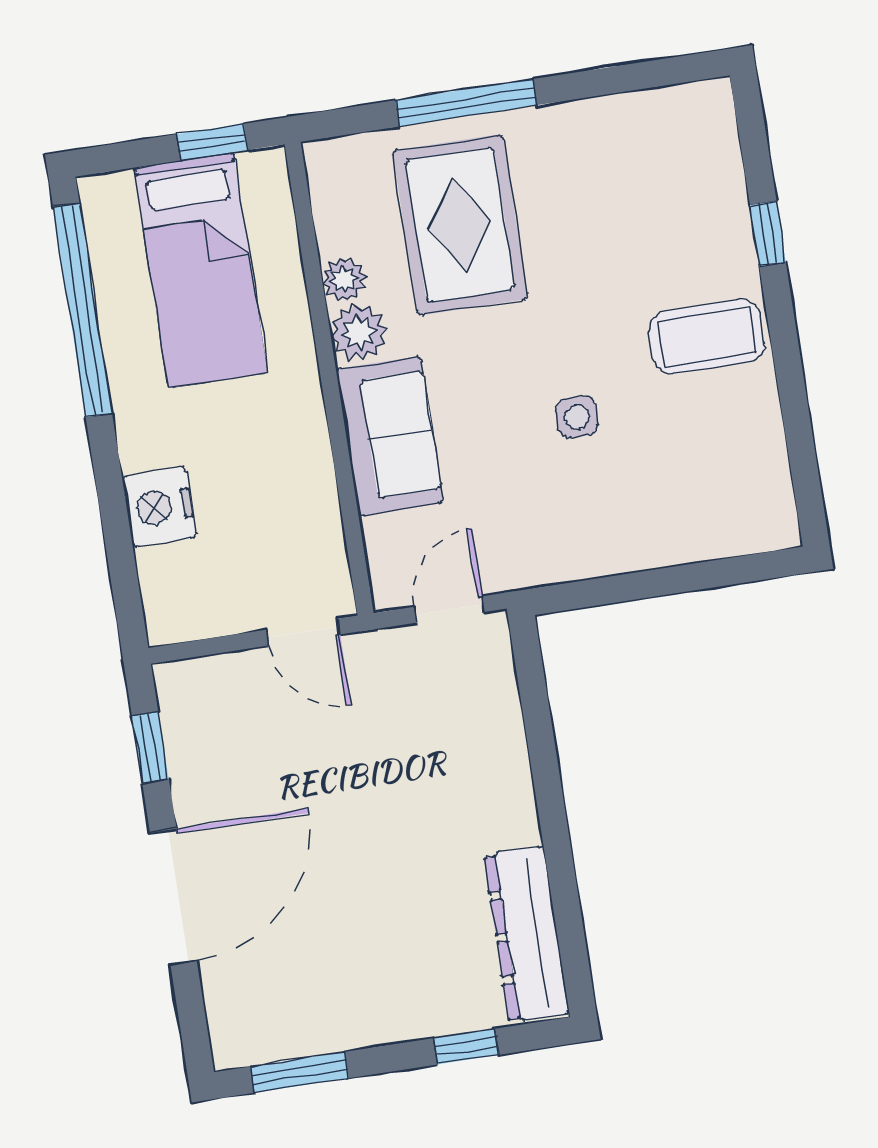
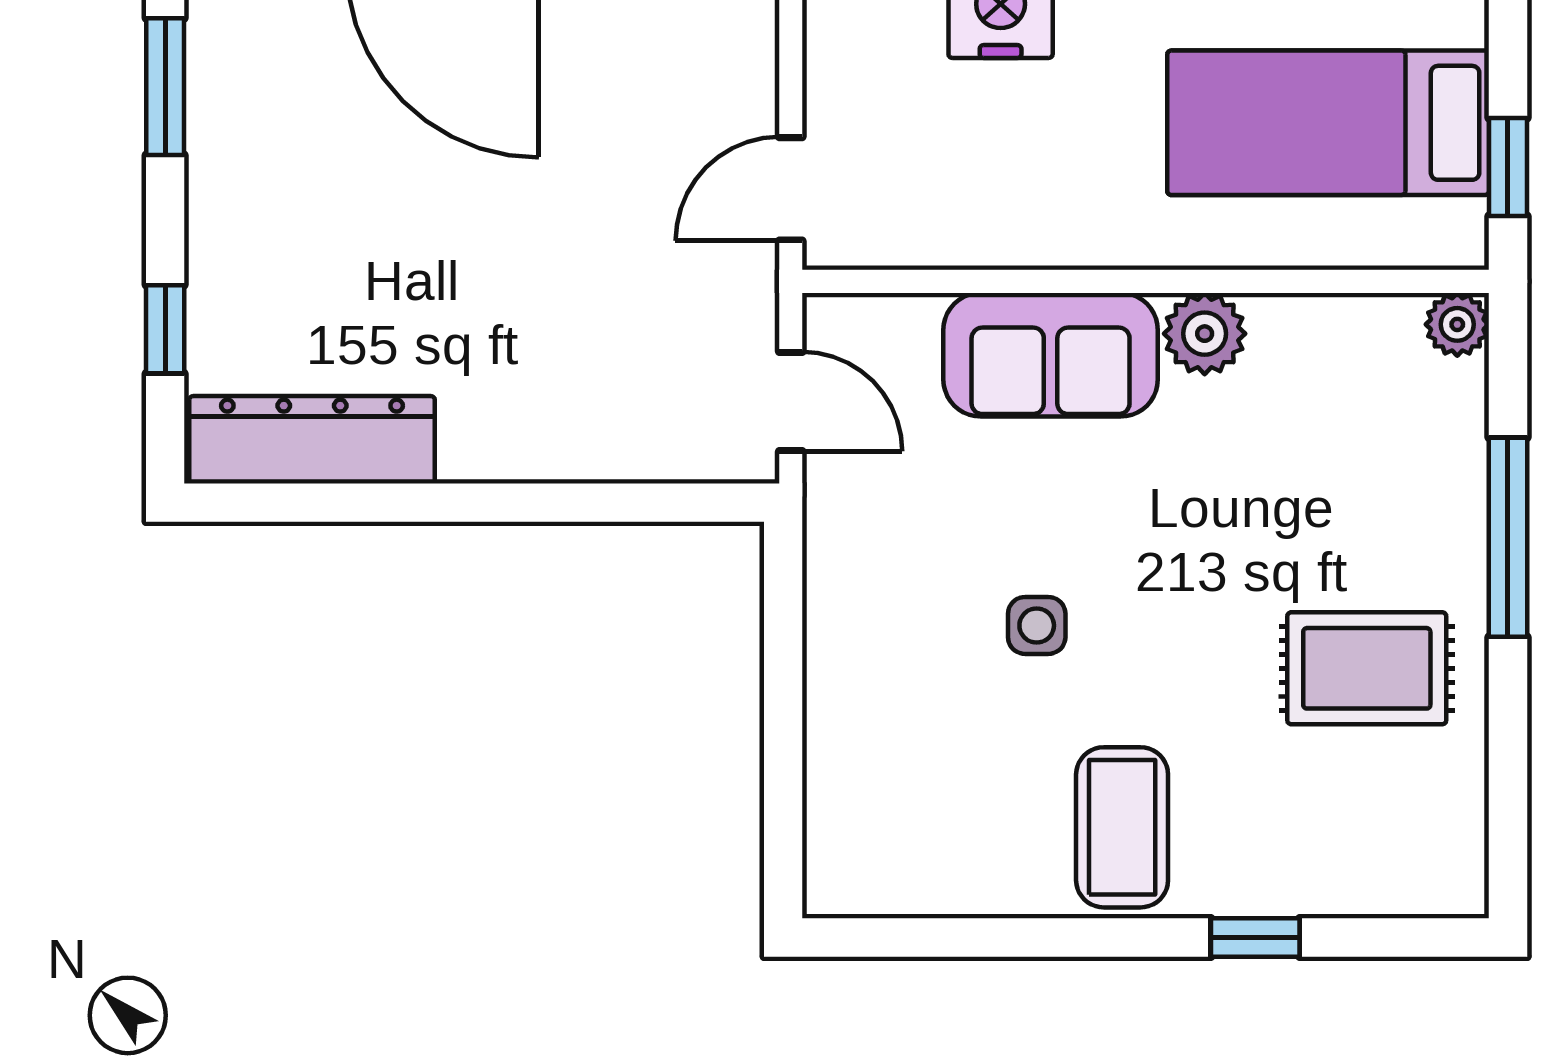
rug: (460, 225) -> (1367, 668), moved, width x0.73, depth x0.70
plant: (344, 280) -> (1457, 324), moved

